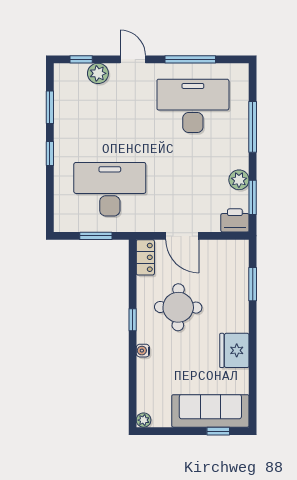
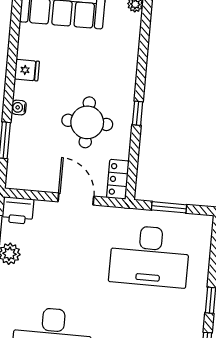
fridge: (234, 350) -> (27, 70), width x0.53, depth x0.75
water cooler: (143, 351) -> (19, 107), moved, turned 180

